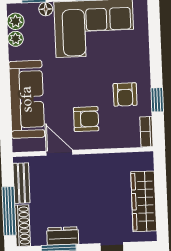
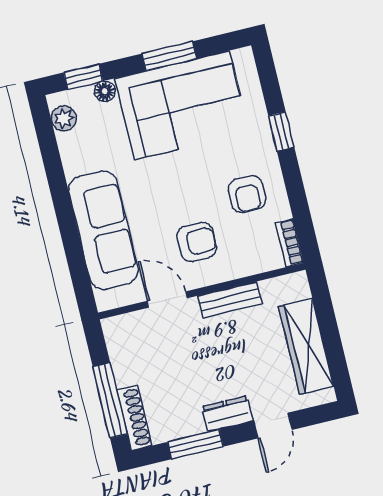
plant: (16, 39) -> (69, 144), removed
window: (157, 100) -> (281, 131), moved
bench: (21, 183) -> (230, 300), moved, turned 90
dresser: (63, 236) -> (227, 414), moved

